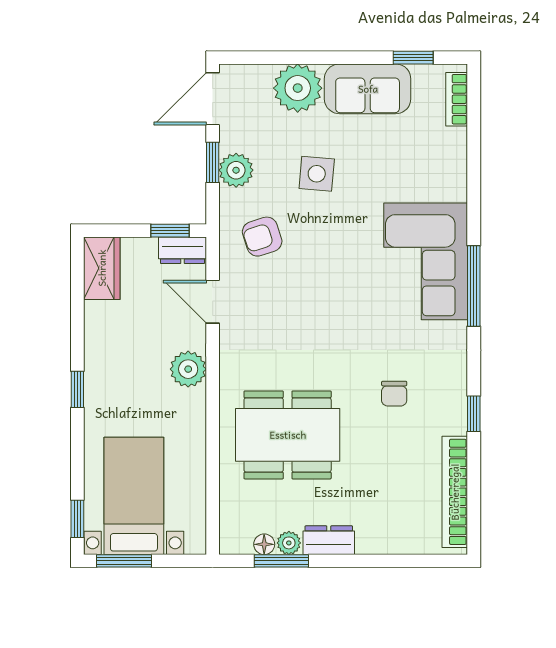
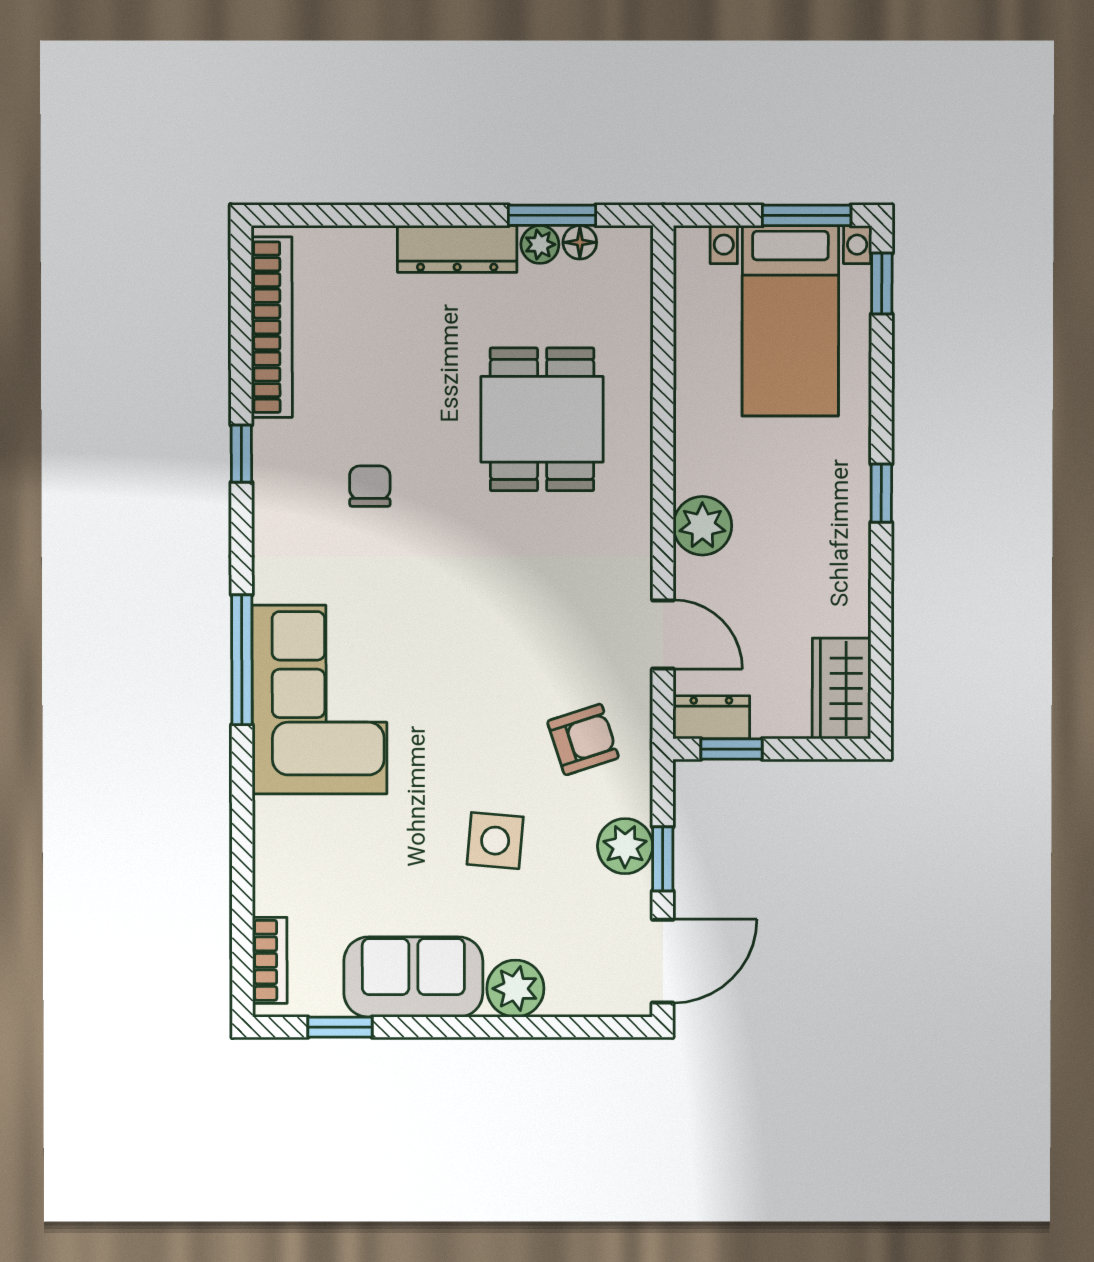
plant: (298, 88) -> (515, 989), width x0.73, depth x0.73
dining table: (288, 435) -> (542, 419), width x0.73
dresser: (329, 540) -> (457, 249), width x1.44

